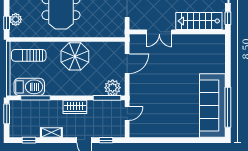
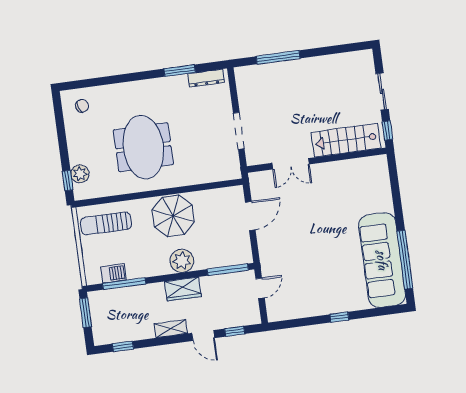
barbecue: (29, 87) -> (113, 273), width x0.53, depth x0.65
plant: (113, 88) -> (182, 261), moved
shelving: (51, 133) -> (171, 329), moved
window: (178, 140) -> (339, 317), added

